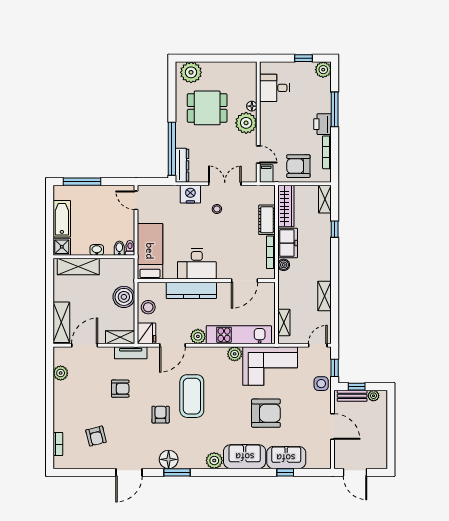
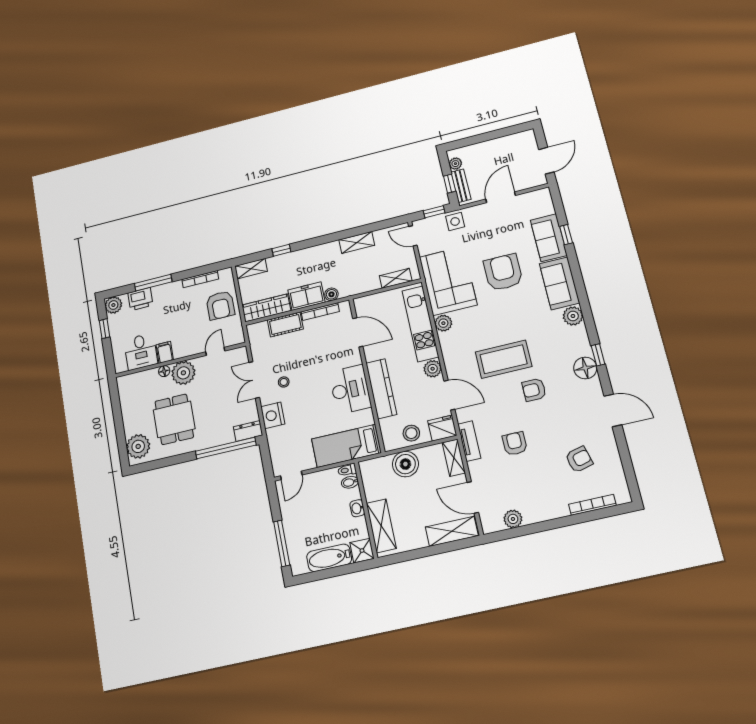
printer: (322, 124) -> (140, 299), moved
dresser: (182, 165) -> (248, 431), width x0.70
filing cabinet: (266, 174) -> (165, 352), moved, turned 90
bookcase: (58, 444) -> (592, 505), width x1.56
window: (177, 472) -> (598, 355), width x0.67

